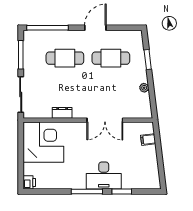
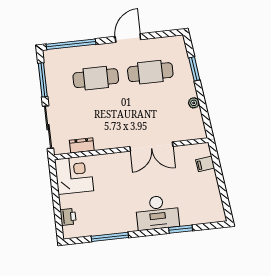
dresser: (62, 113) -> (82, 145), moved
corner desk: (43, 142) -> (74, 175), width x0.74, depth x0.74
printer: (29, 182) -> (68, 217), moved
window: (87, 192) -> (110, 237), moved

